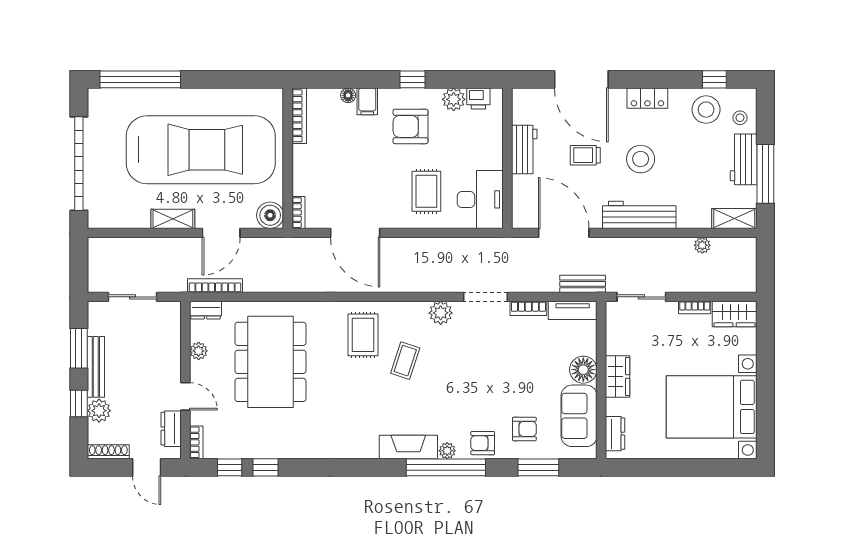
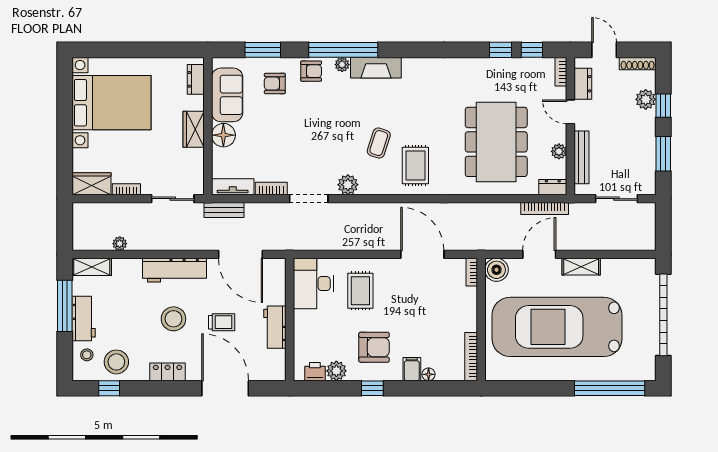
bench: (96, 367) -> (581, 157), moved

